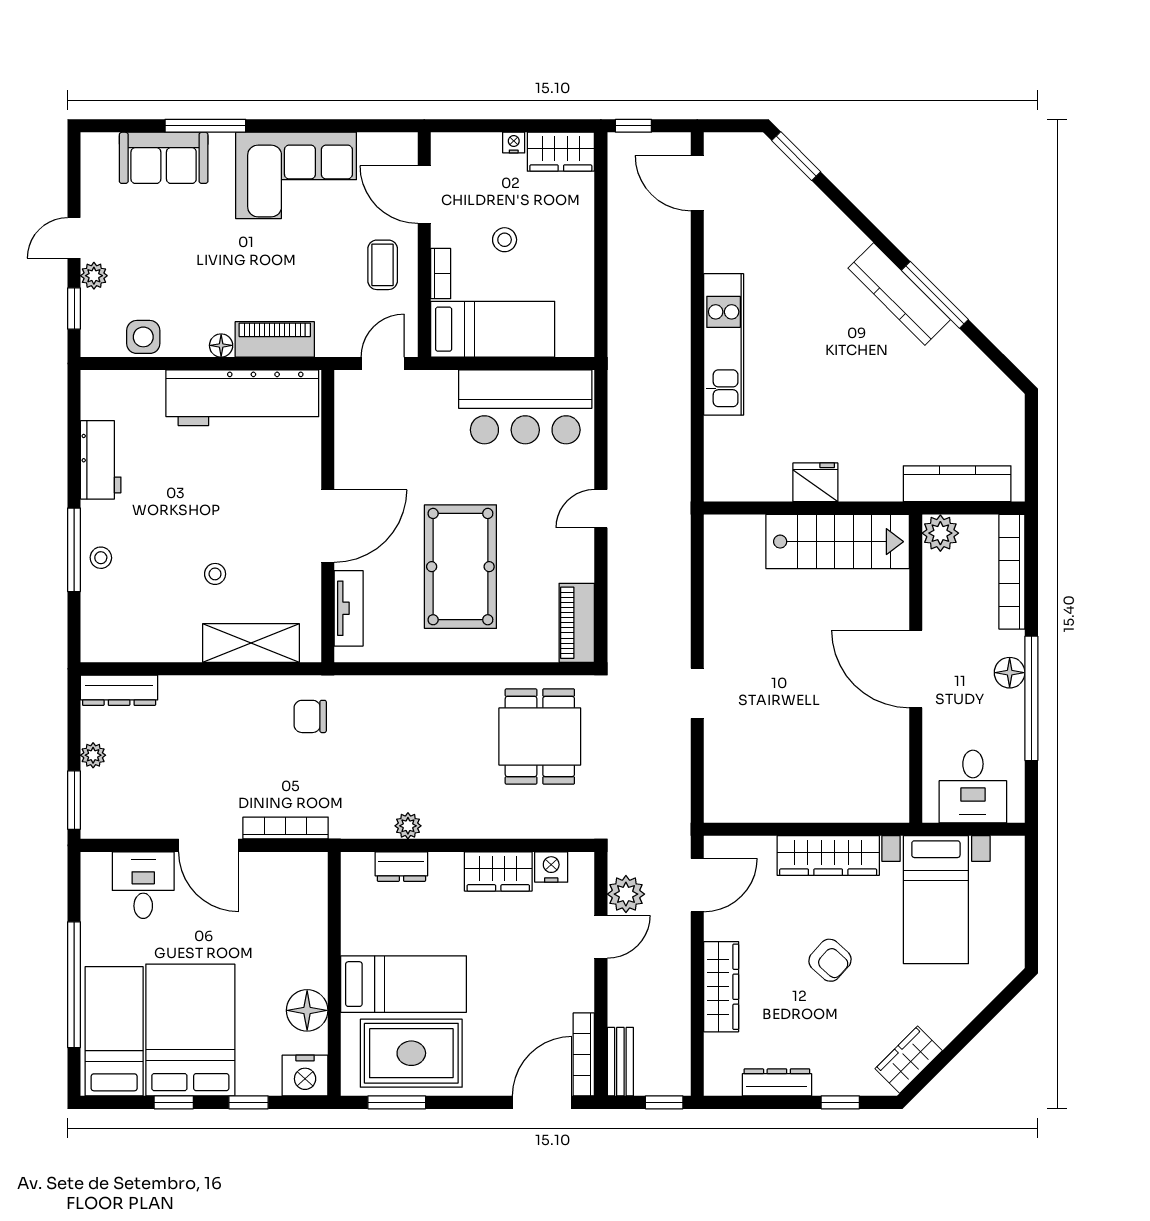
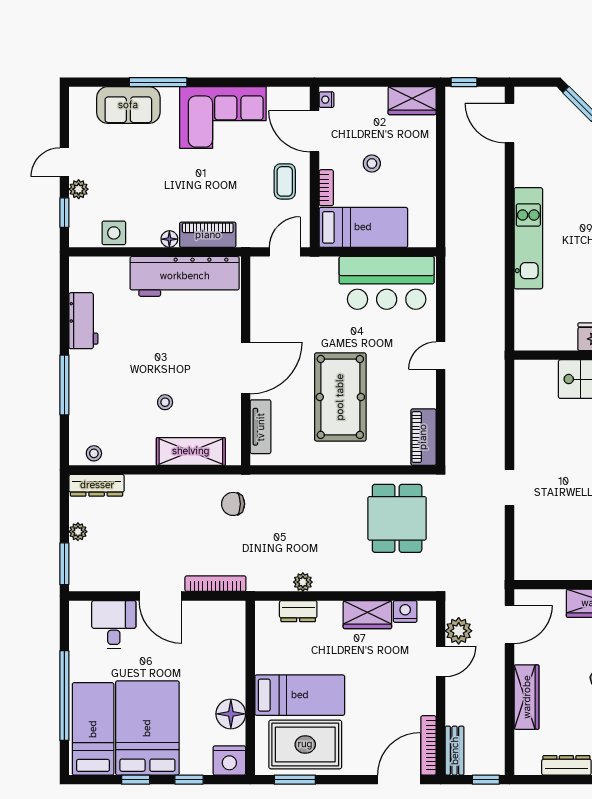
nightstand: (514, 143) -> (326, 100), moved, turned -90
stool: (101, 558) -> (94, 453), moved

